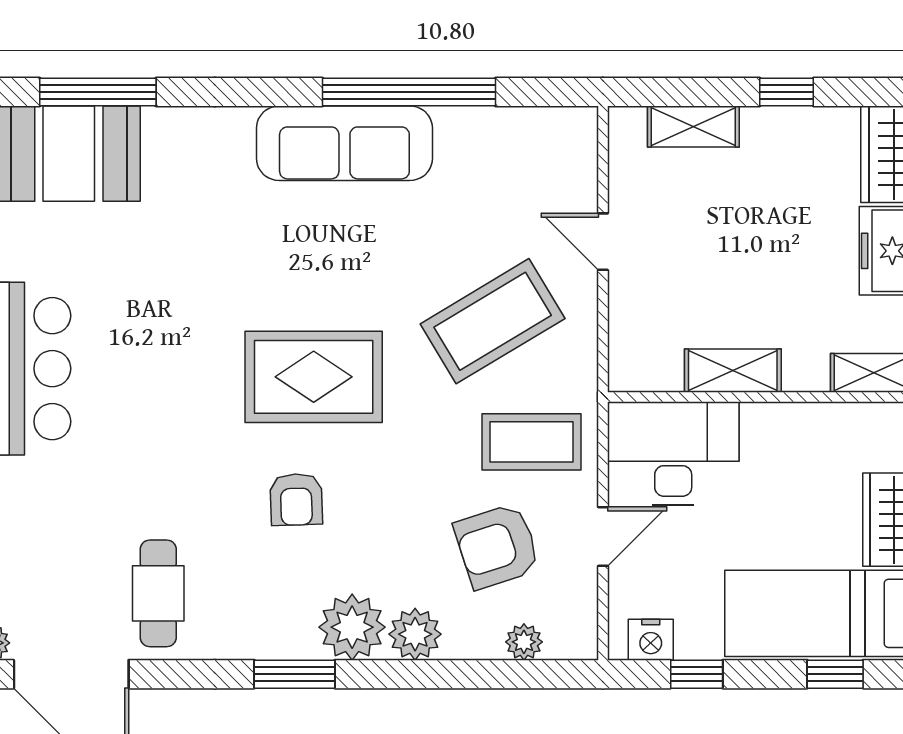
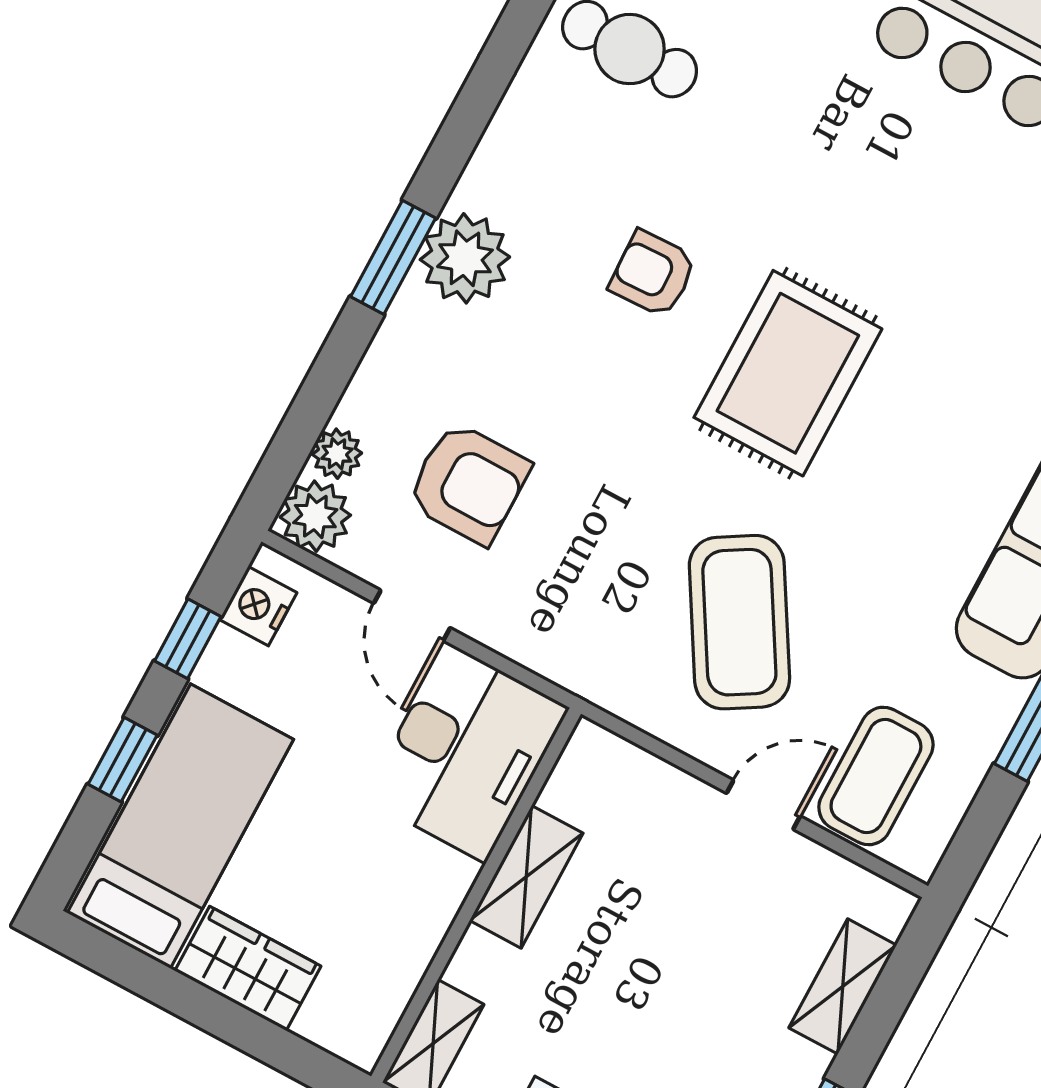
coffee table: (532, 442) -> (876, 776), moved
armchair: (497, 546) -> (468, 483), turned 108
plant: (415, 634) -> (315, 516), moved
window: (294, 674) -> (393, 257), moved
window: (835, 674) -> (123, 760), moved

